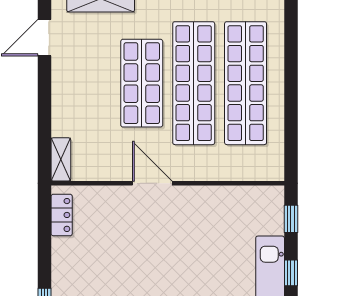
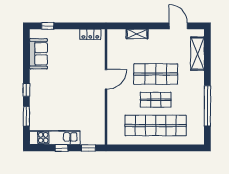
shop shelf: (194, 83) -> (156, 100), width x0.50, depth x0.74
shelving: (61, 159) -> (137, 34), moved

